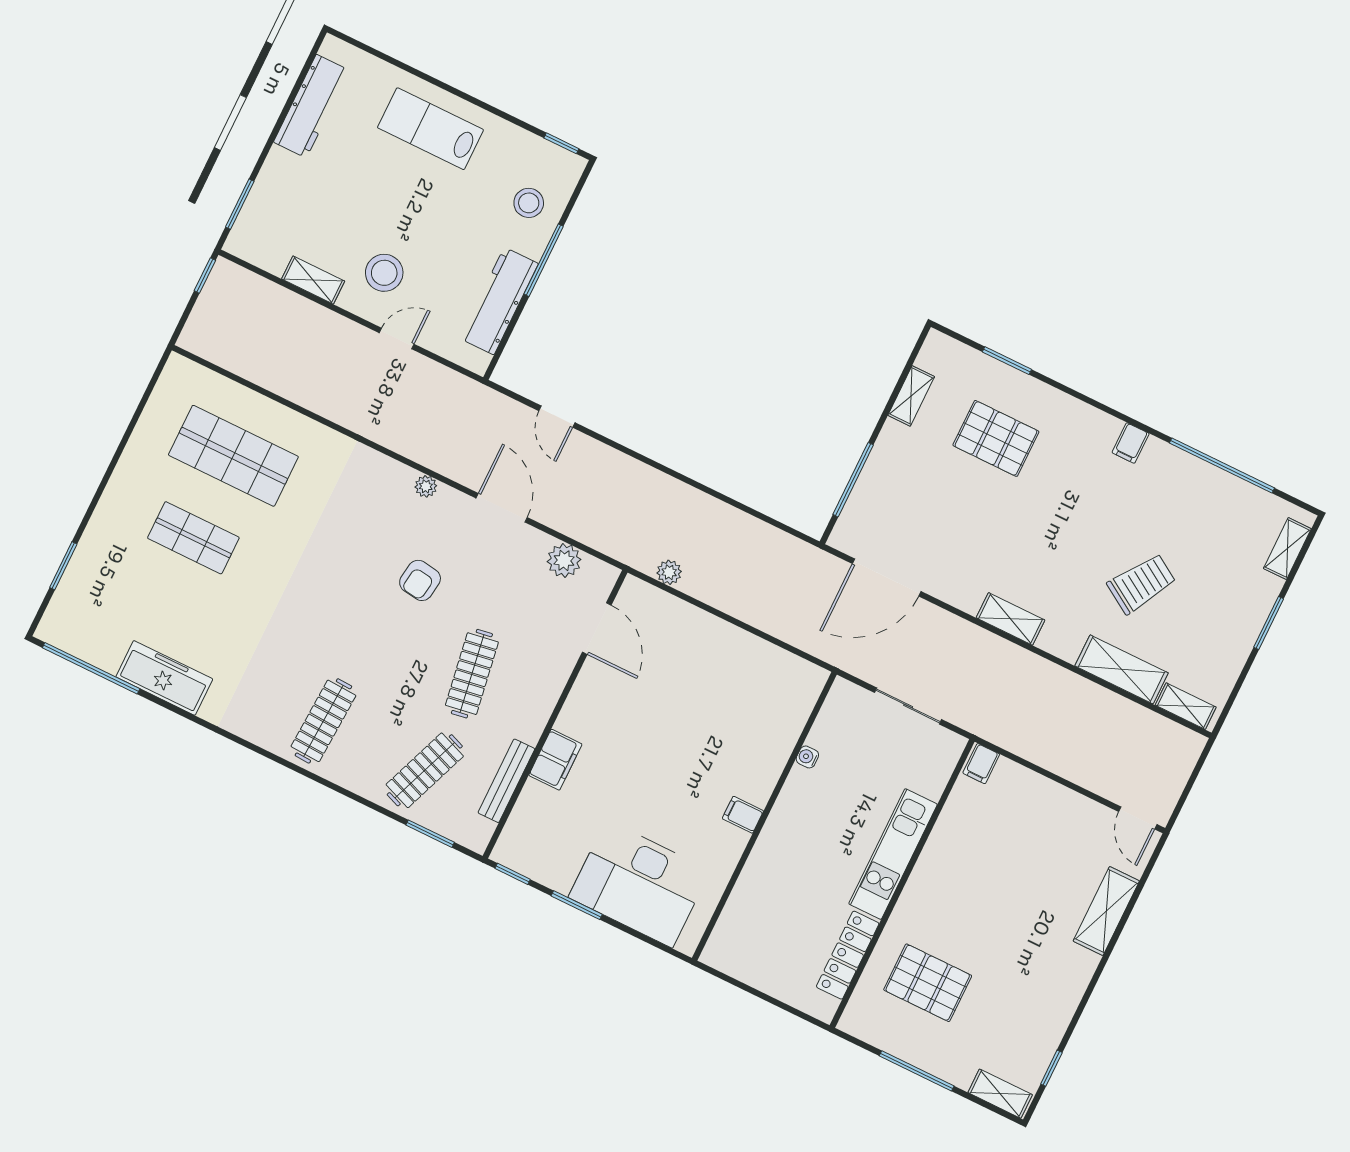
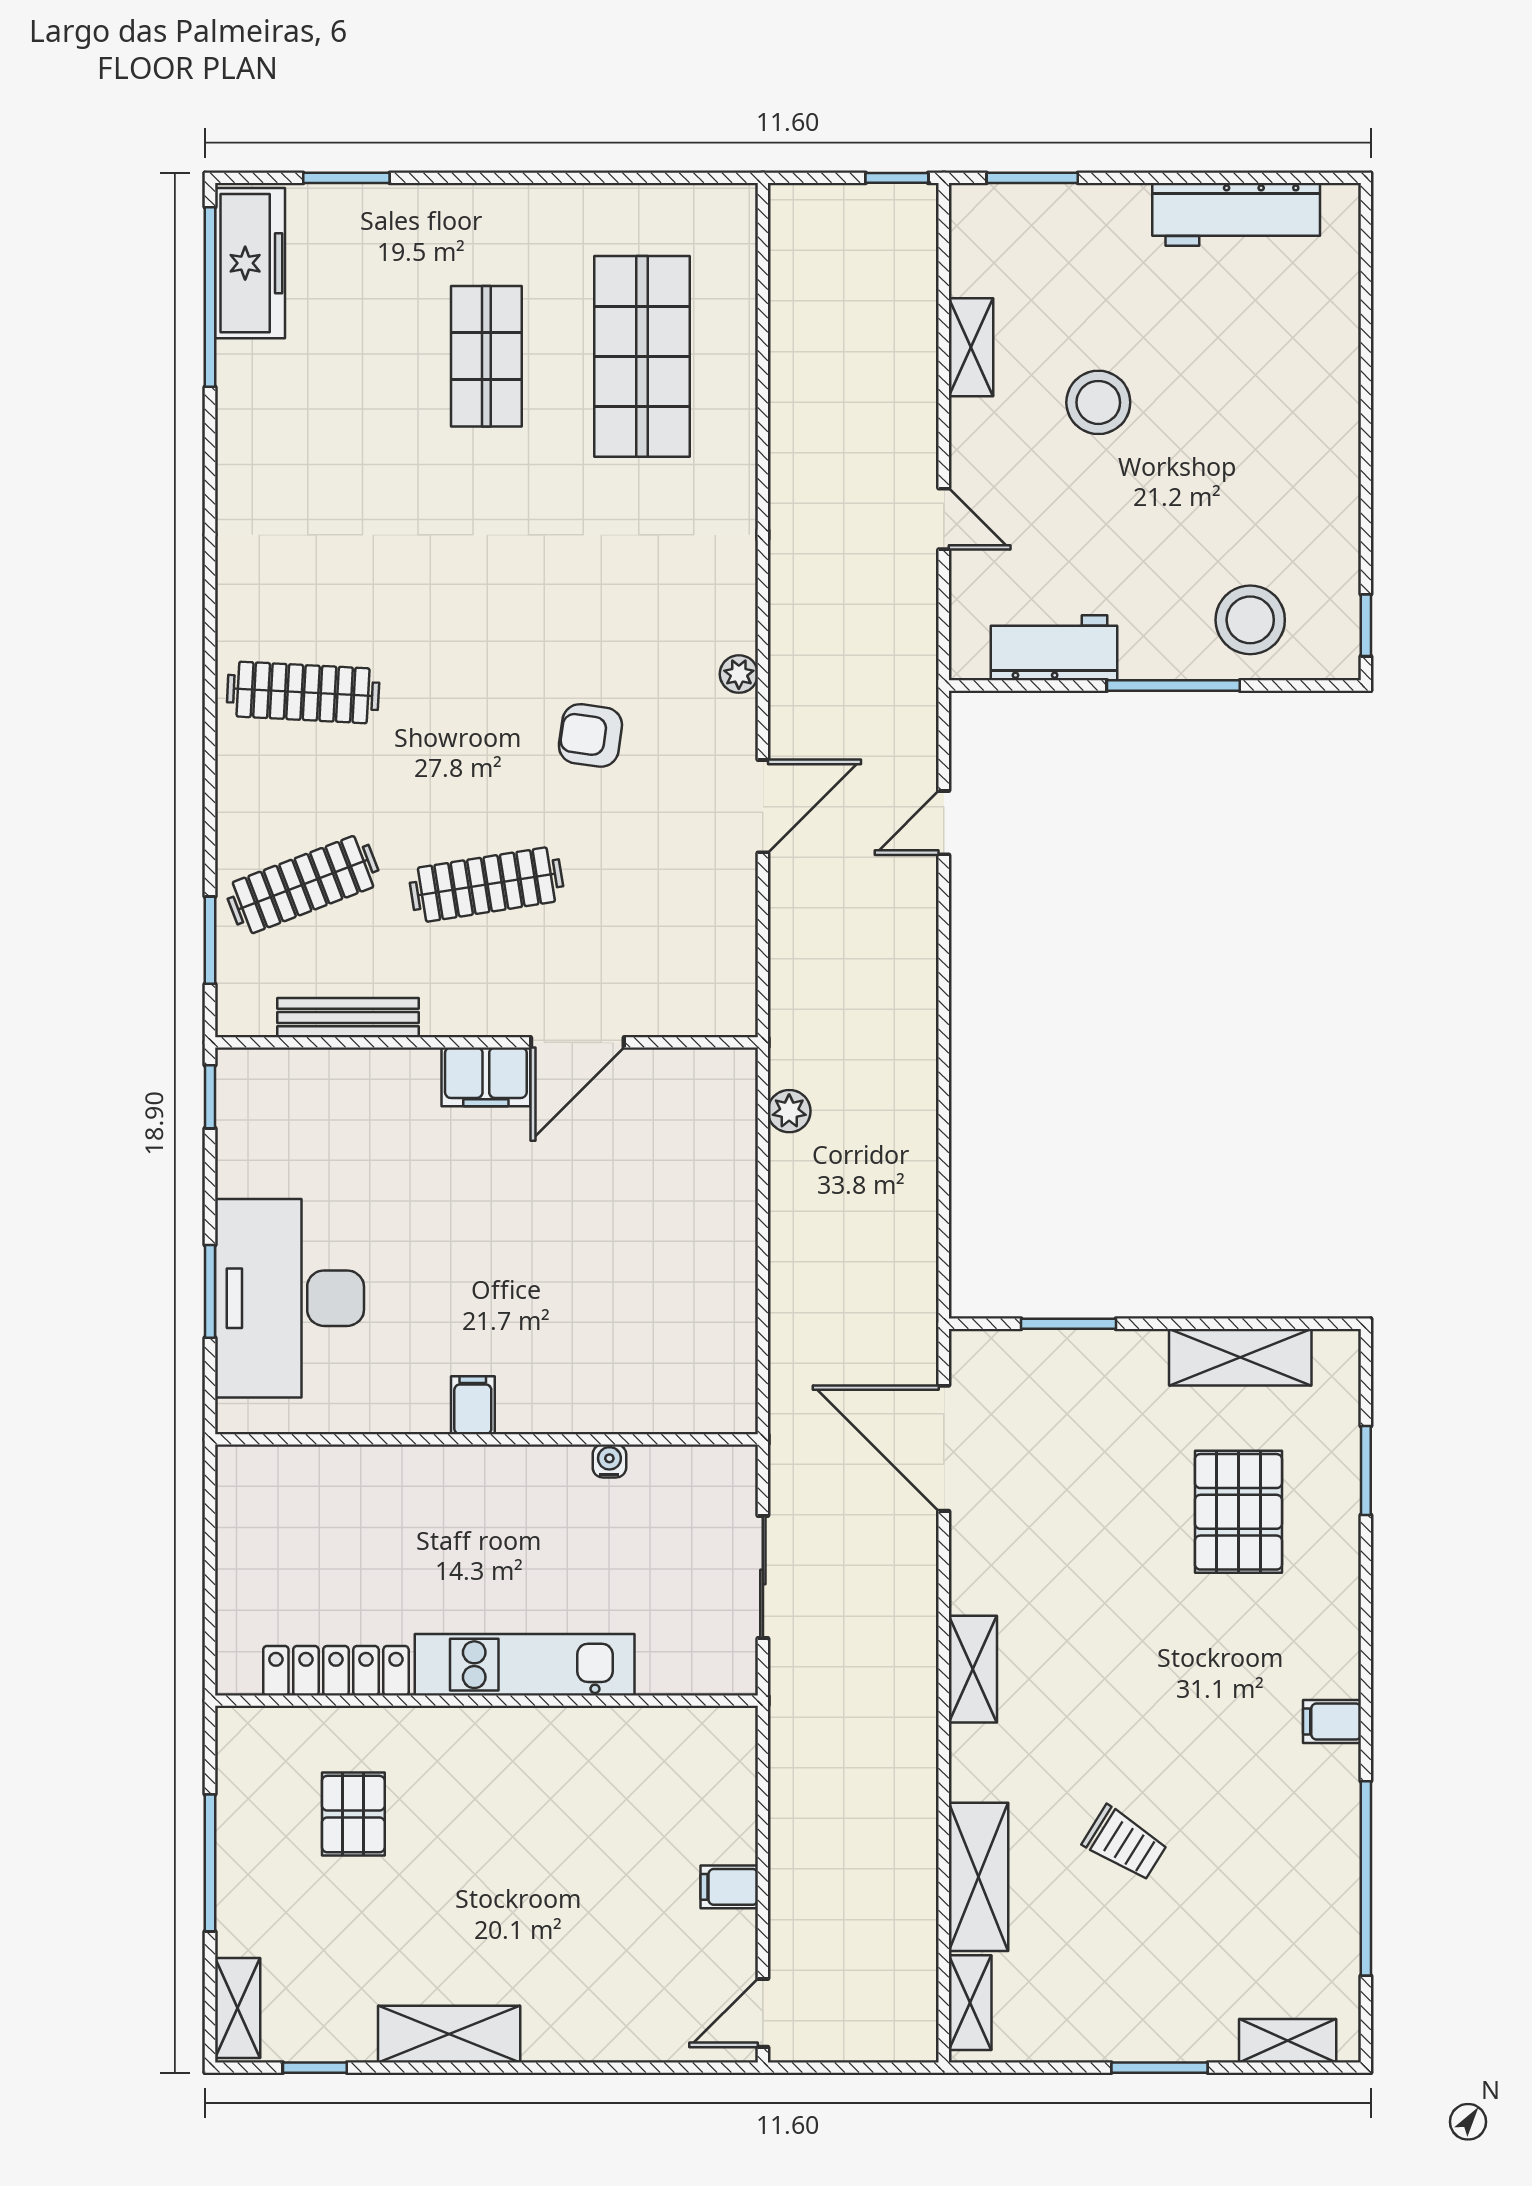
lab bench: (430, 129) -> (1290, 414), removed
stool: (529, 203) -> (1250, 620), width x1.38, depth x1.38
stool: (384, 273) -> (1098, 402), moved
workbench: (499, 301) -> (1054, 648), width x0.73
shelving: (911, 396) -> (1240, 1357), width x1.50, depth x1.33
window: (853, 480) -> (1068, 1324), width x0.69
plant: (564, 561) -> (729, 941), removed
trolley: (1142, 584) -> (1125, 1843), width x0.73, depth x0.72
door: (597, 629) -> (577, 1042), moved
freezer: (164, 678) -> (250, 263), moved
filing cabinet: (555, 760) -> (486, 1077), moved
filing cabinet: (981, 764) -> (729, 1887), moved
clothes rail: (425, 770) -> (303, 885), turned -42
window: (577, 905) -> (210, 1291), moved
shelving: (1106, 911) -> (449, 2034), moved
pallet: (928, 983) -> (353, 1814), width x0.67, depth x0.71

